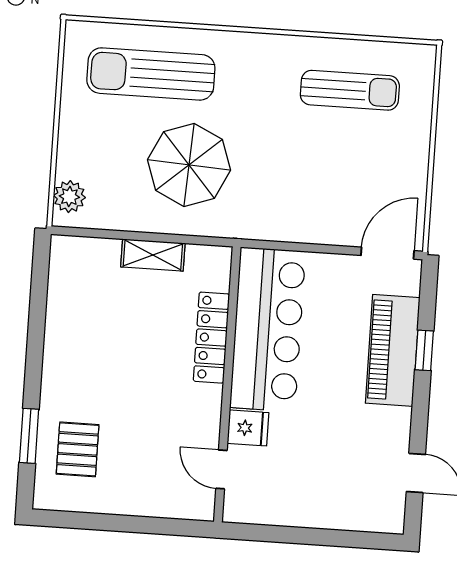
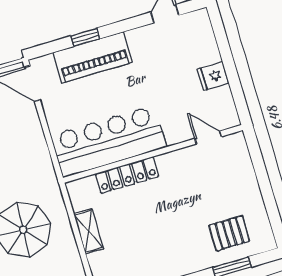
fridge: (248, 428) -> (213, 76), moved, turned -90
door: (221, 469) -> (208, 138), swing flipped

